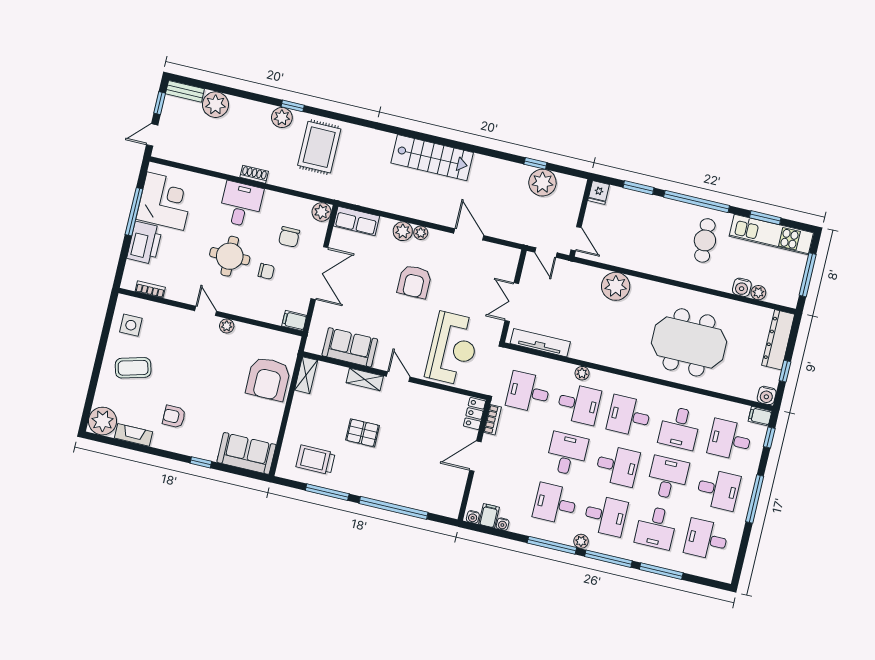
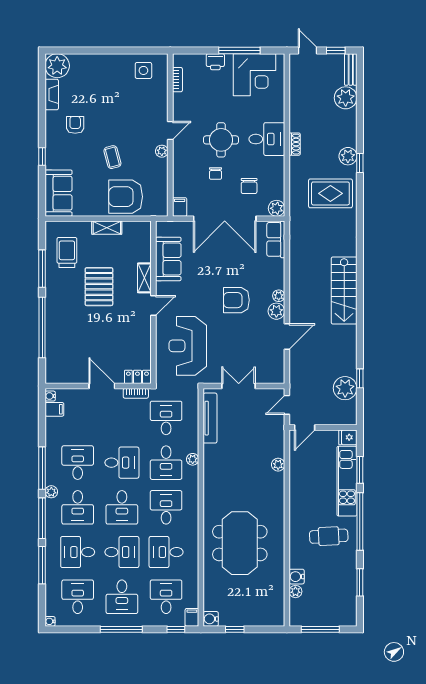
plant: (403, 231) -> (276, 311), moved
kitchen unit: (771, 234) -> (347, 481), moved
chair: (289, 237) -> (249, 186), turned -90
printer: (145, 243) -> (215, 62), width x0.53, depth x0.68
double door: (319, 273) -> (225, 219), width x1.36
plant: (616, 286) -> (278, 465), width x0.53, depth x0.53
dresser: (778, 340) -> (260, 617), removed
reception desk: (453, 349) -> (188, 346), turned 90
coffee table: (133, 368) -> (112, 157), moved, width x0.73, depth x0.77
shelving: (306, 375) -> (107, 228), moved
pallet: (363, 433) -> (99, 287), width x1.50, depth x1.42
water cooler: (503, 524) -> (50, 621), moved

